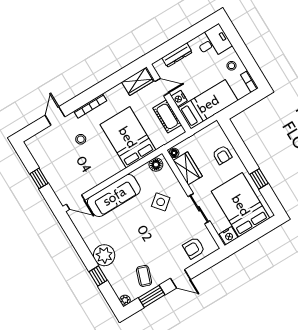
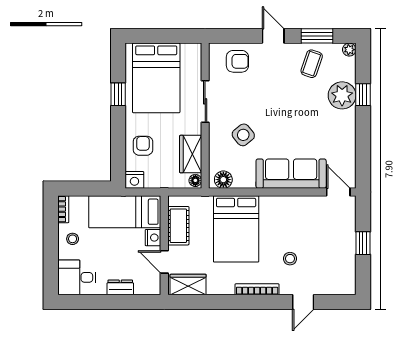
dresser: (177, 55) -> (120, 287), width x0.70
nightstand: (229, 236) -> (134, 180), moved, turned 180
plant: (104, 255) -> (342, 95), moved

